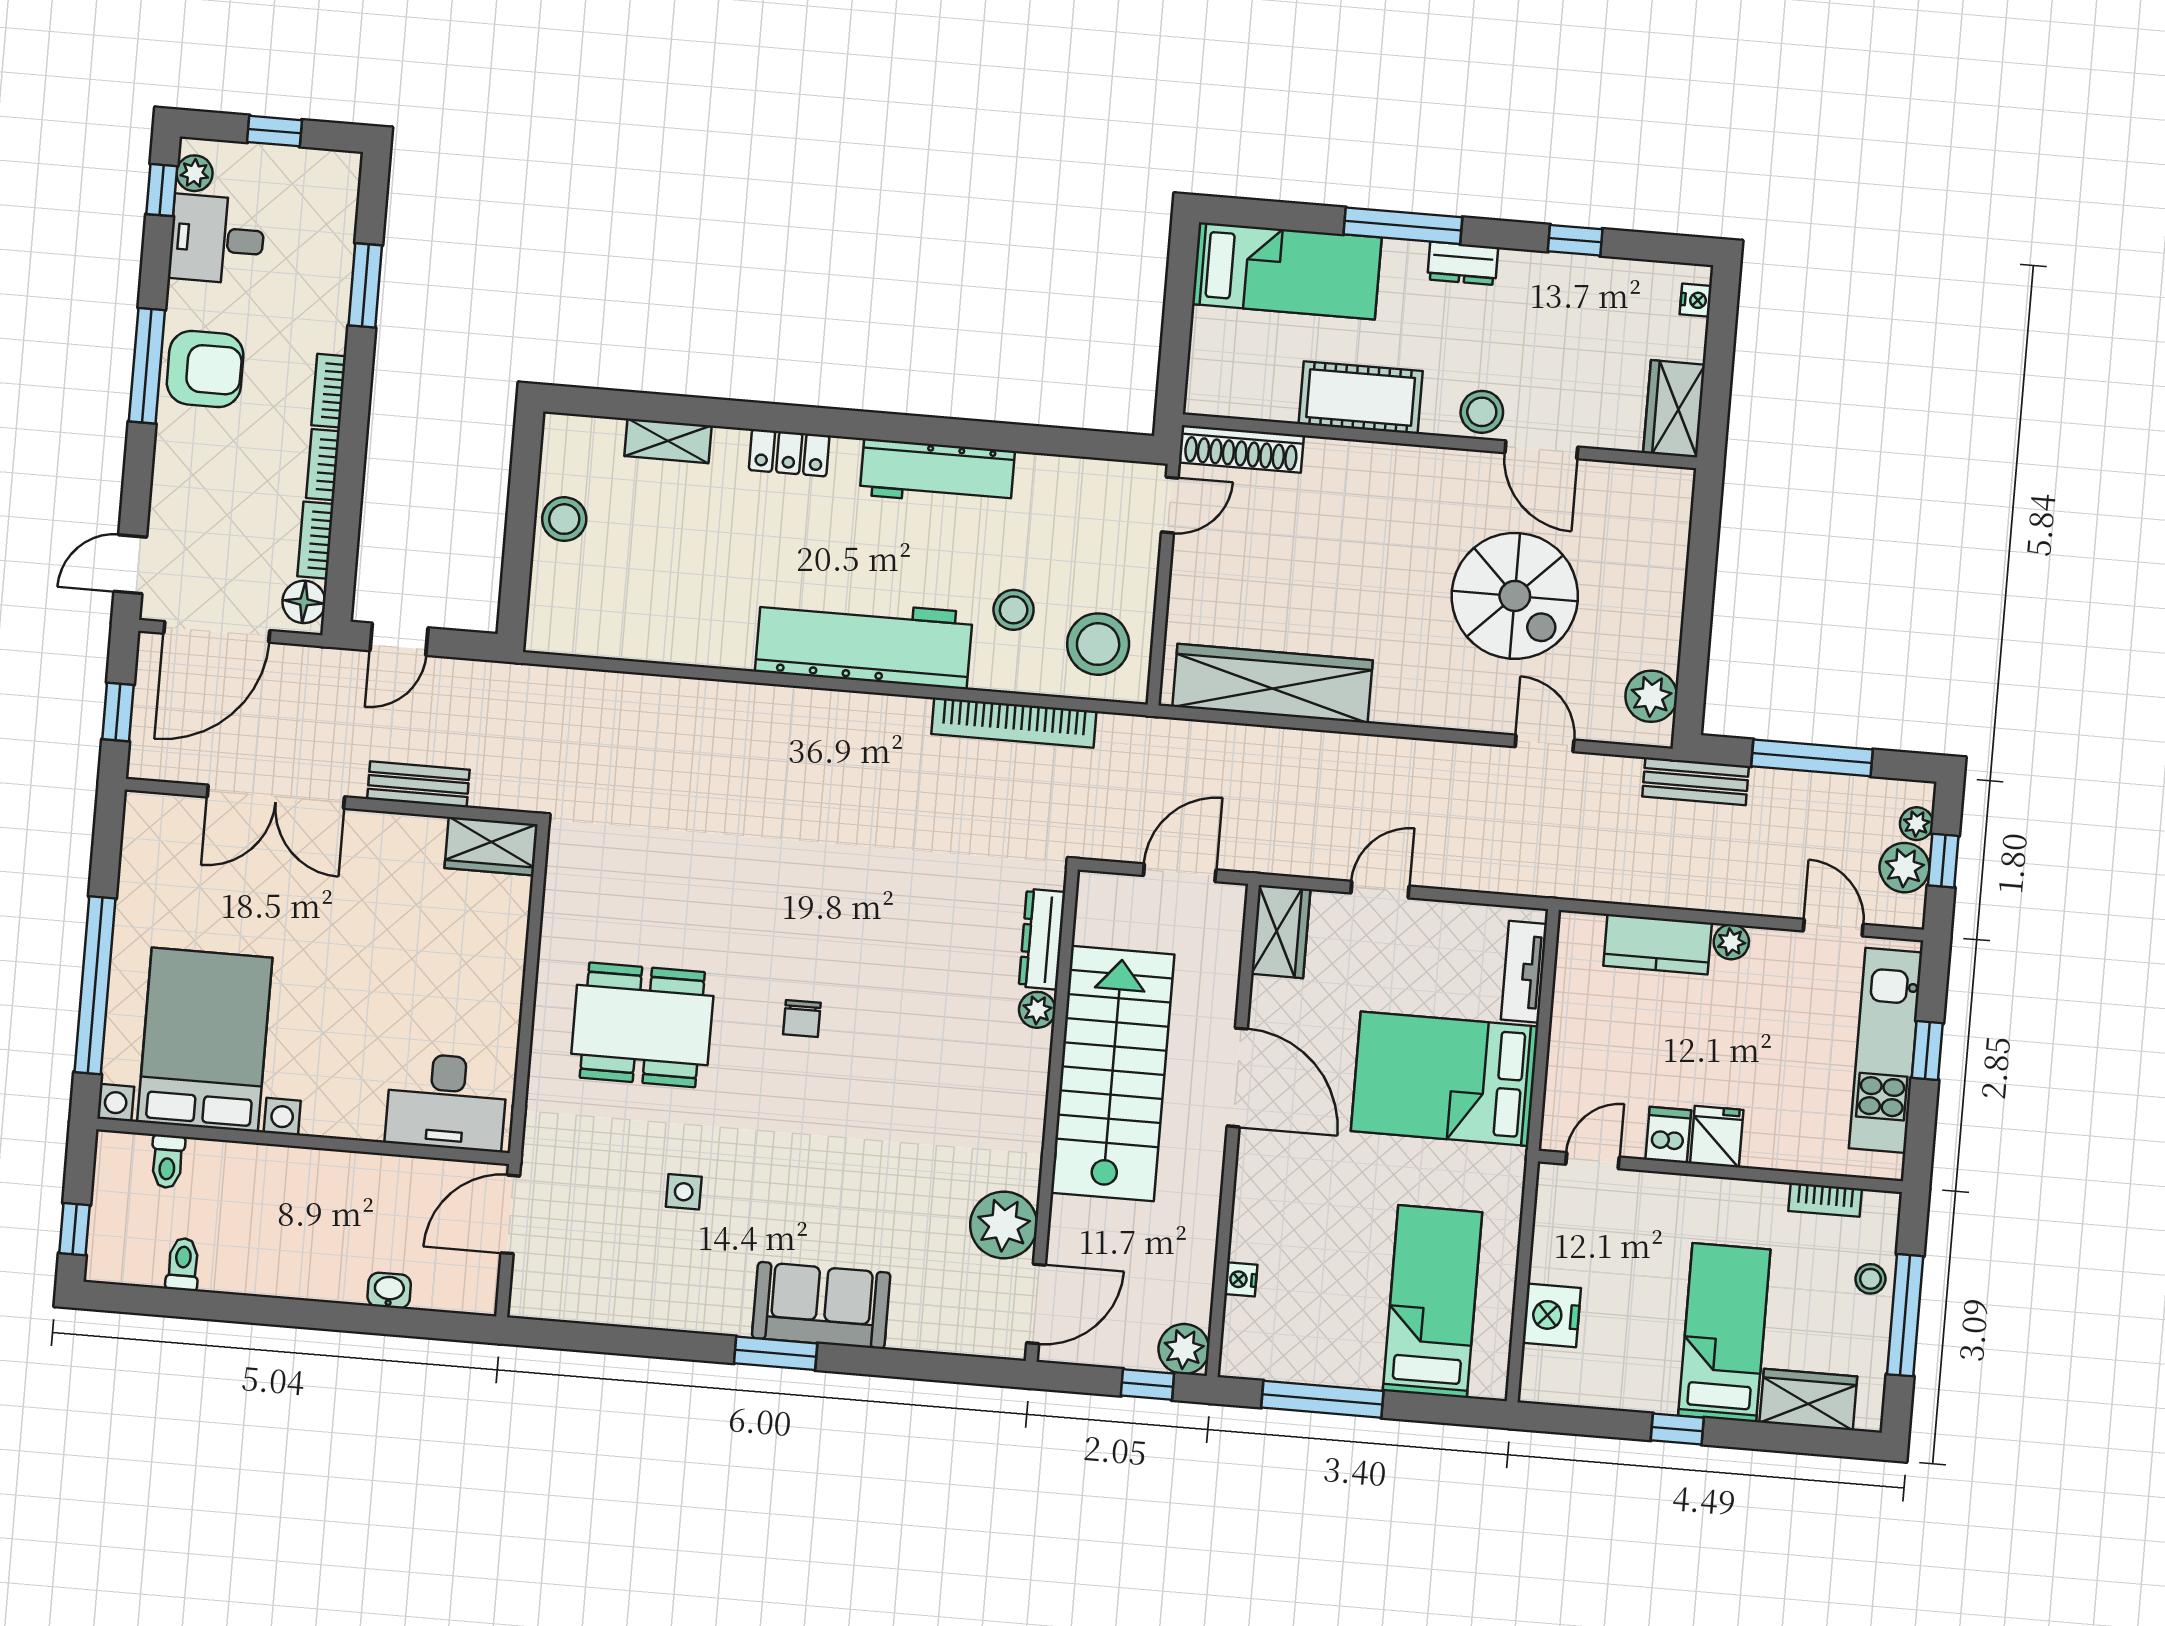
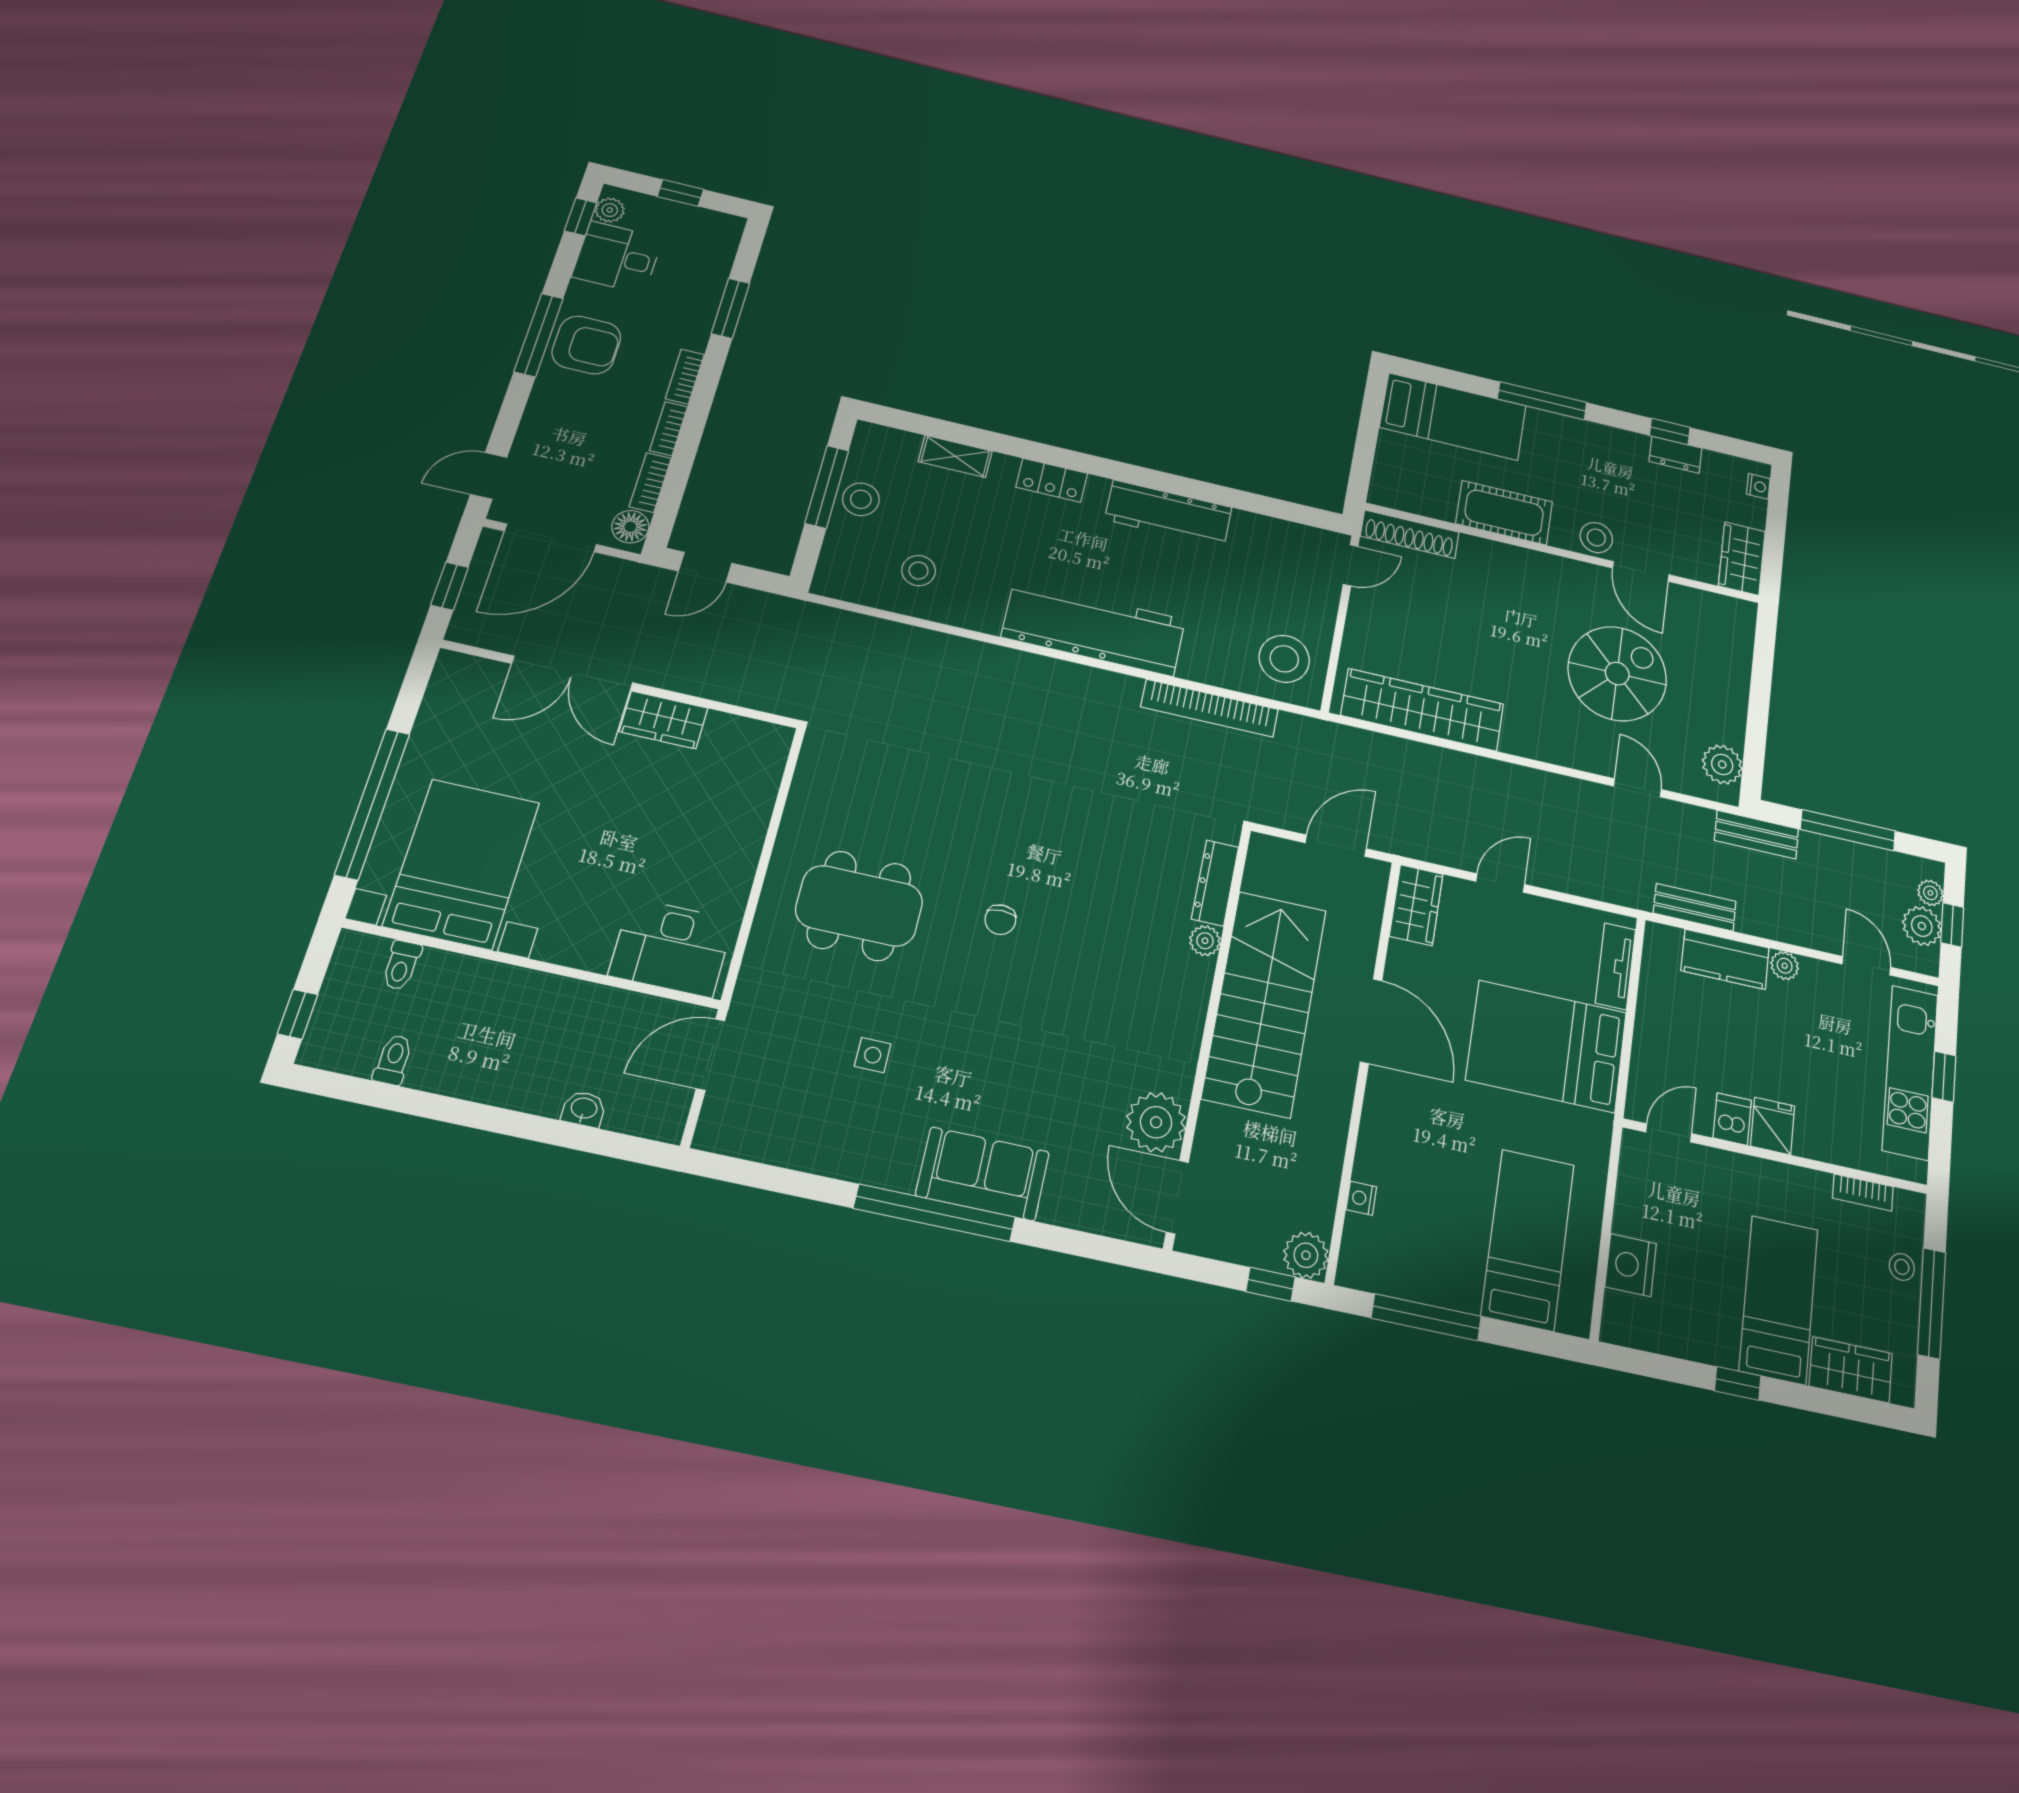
dresser: (1463, 263) -> (1676, 455), moved
window: (521, 509) -> (827, 487), added
spiral stairs: (1515, 596) -> (1617, 674), turned -90
stool: (1014, 610) -> (919, 571), moved
bench: (418, 784) -> (1695, 907), moved
wardrobe: (491, 846) -> (664, 720), moved
door: (1036, 1304) -> (1177, 1197), swing flipped
window: (776, 1353) -> (934, 1213), width x2.11

